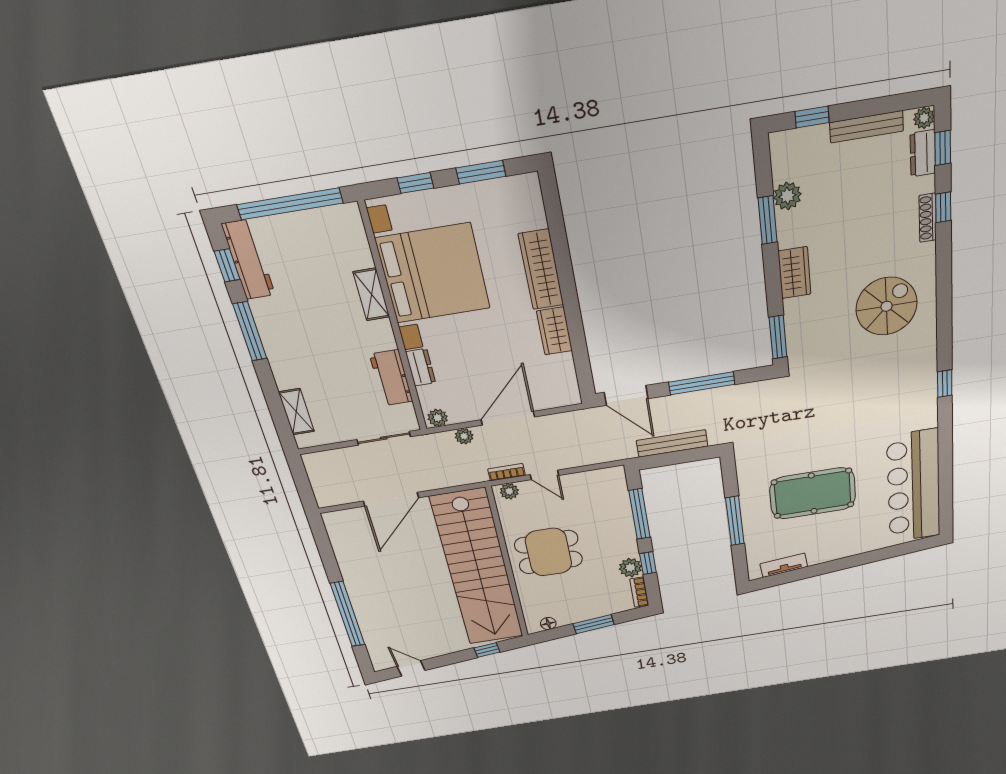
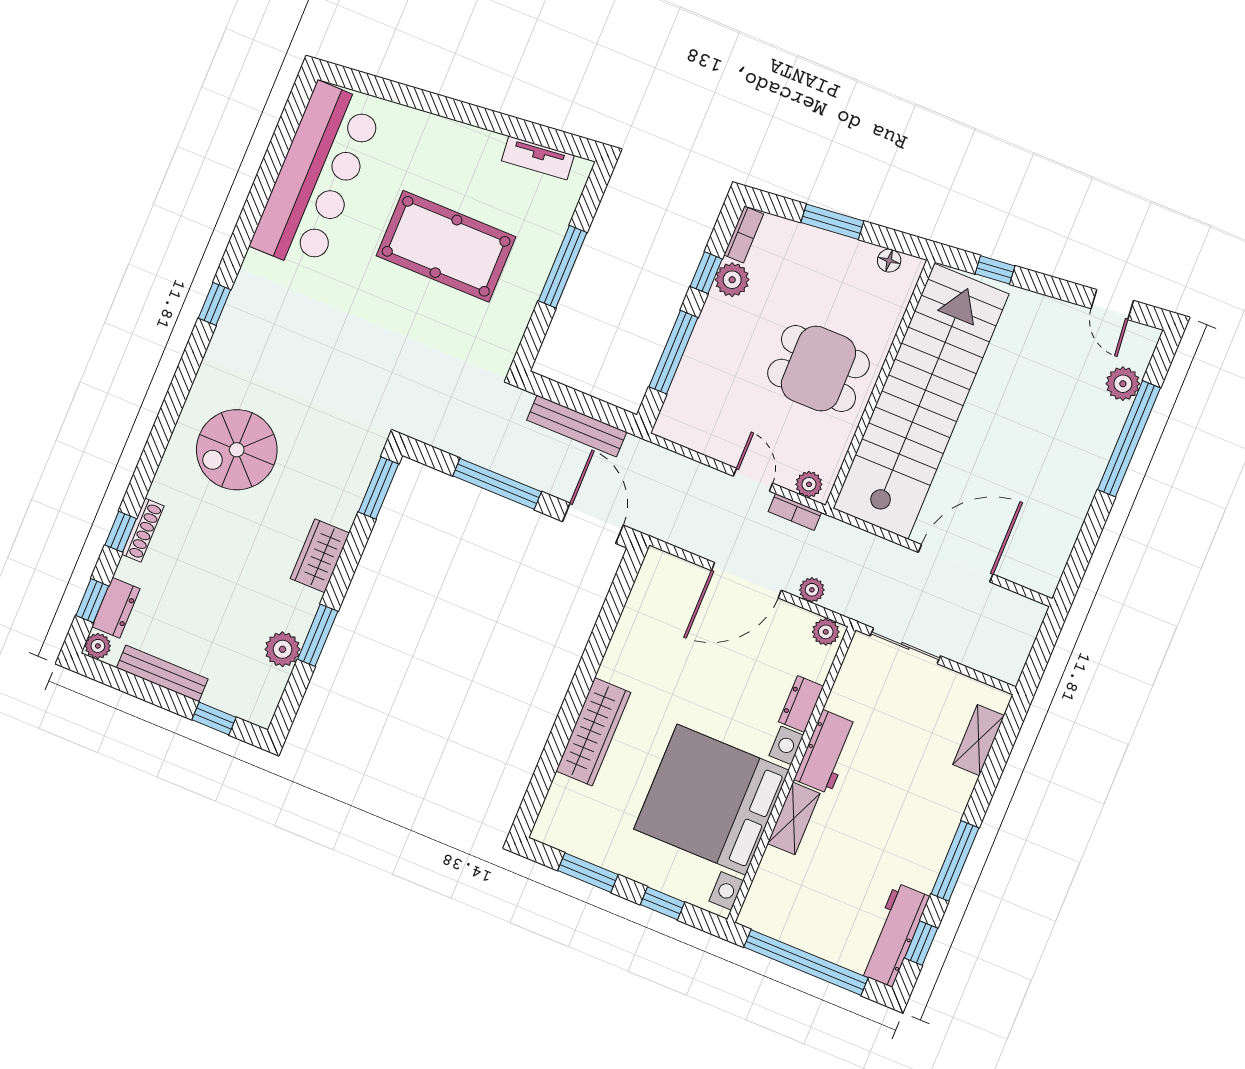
wardrobe: (554, 331) -> (624, 653), removed
workbench: (391, 378) -> (826, 752), moved
plant: (374, 637) -> (1123, 384), added

